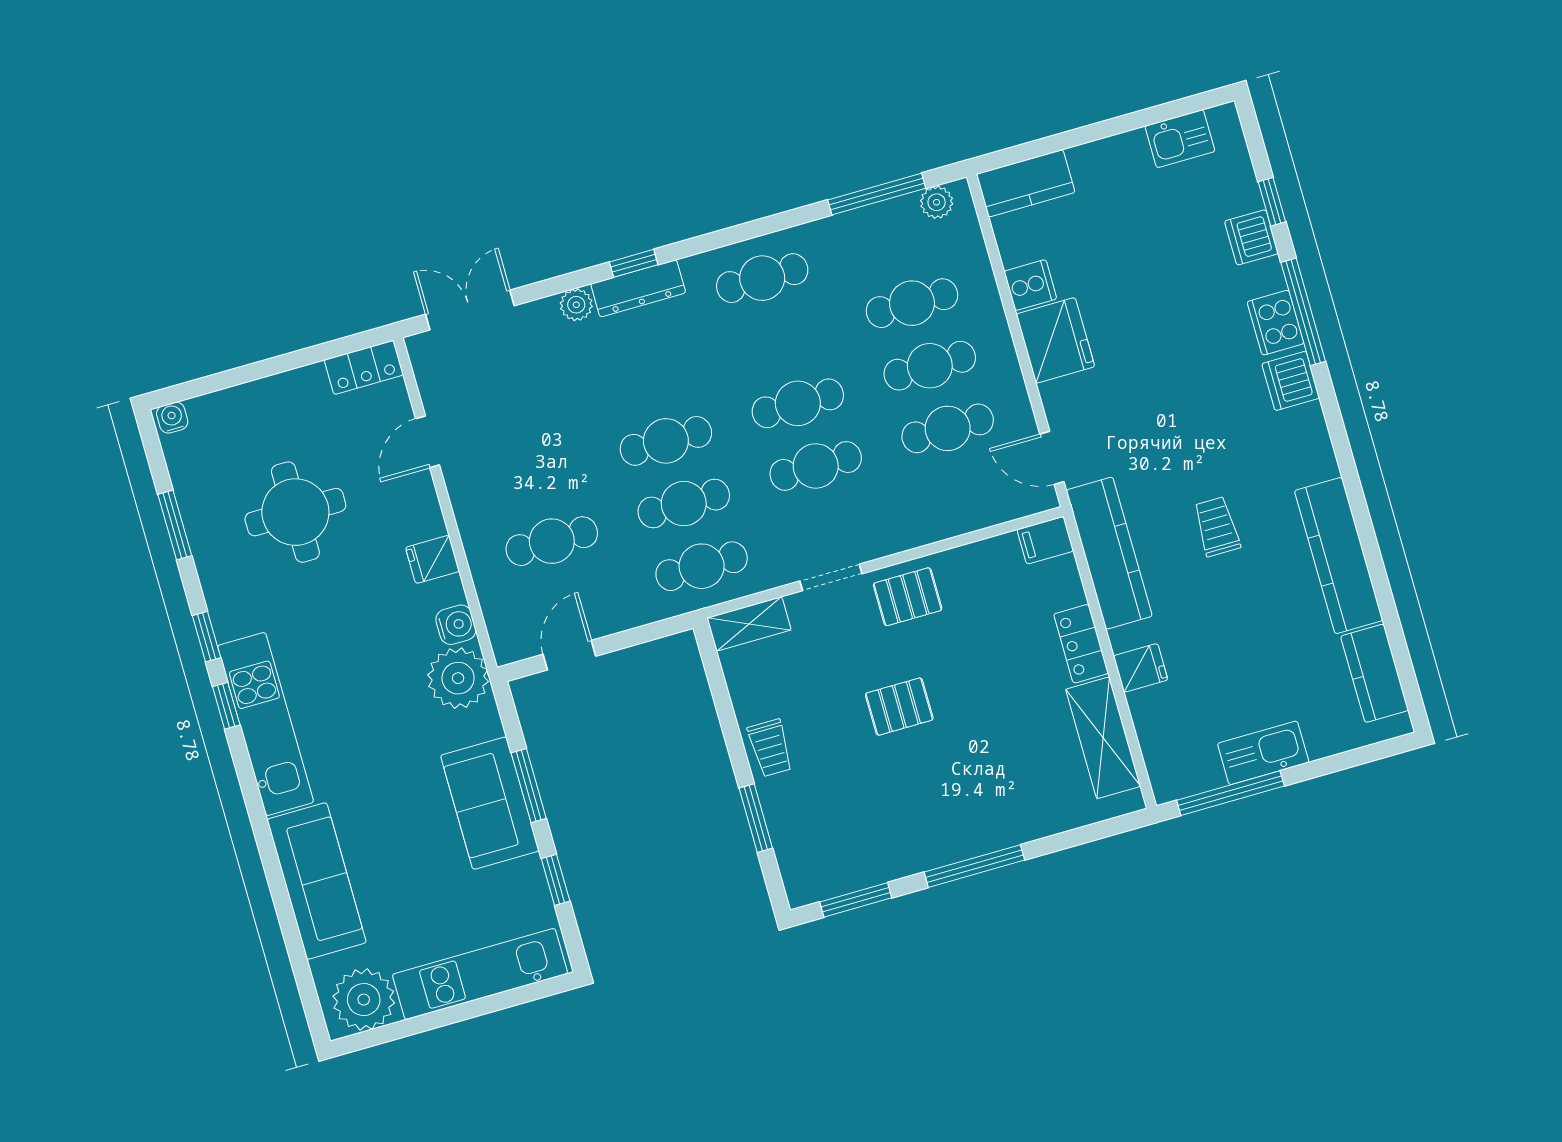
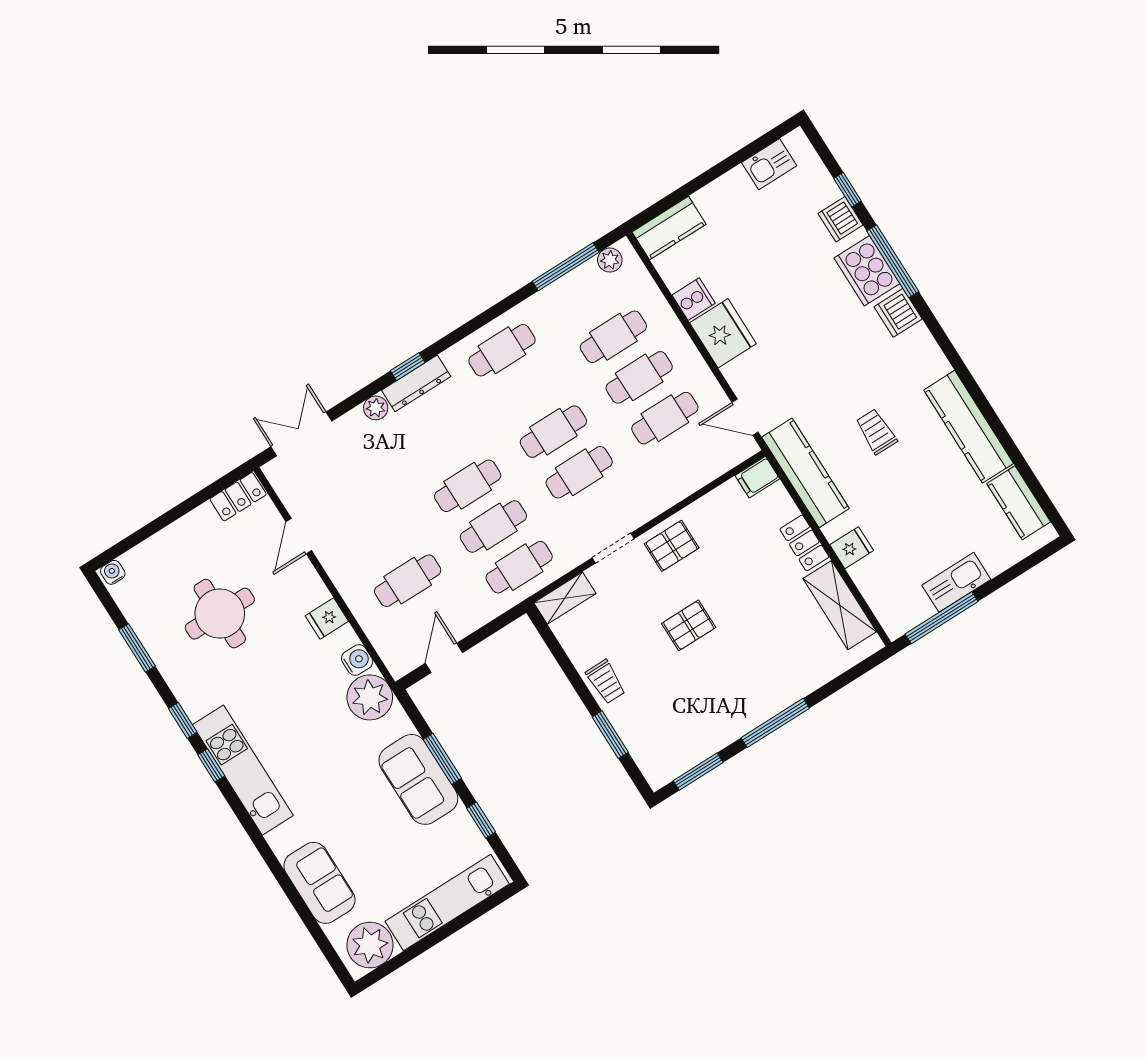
cooker: (1275, 323) -> (867, 271), width x1.37, depth x1.31
sofa: (317, 881) -> (319, 883), width x0.73

